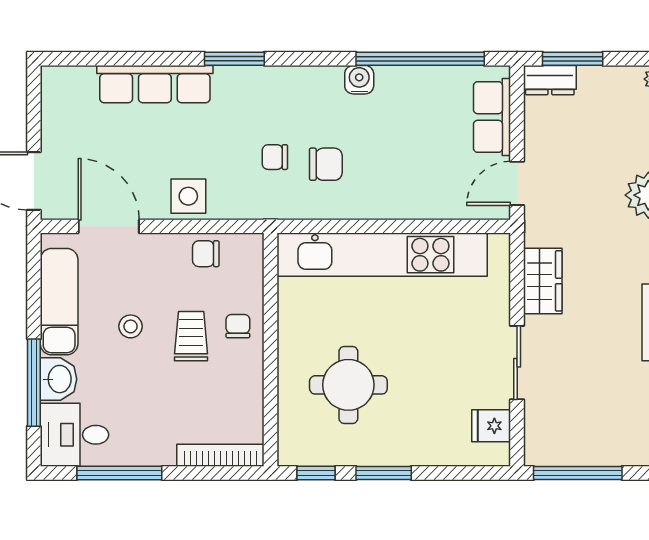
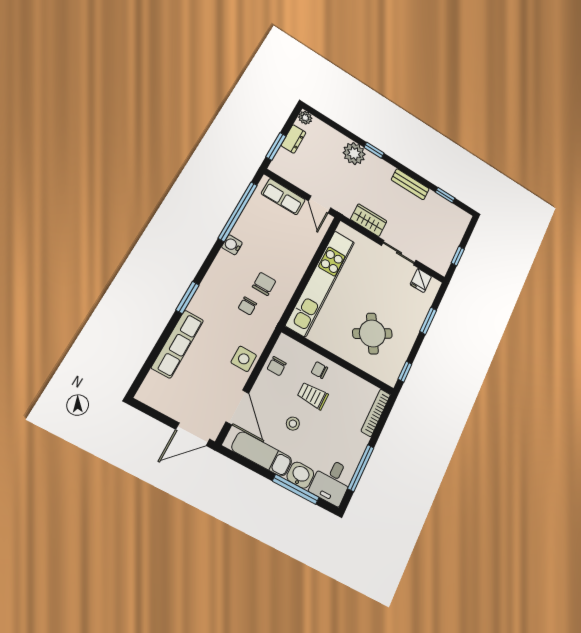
dresser: (550, 80) -> (293, 139), moved
door: (109, 226) -> (237, 407), swing flipped
round table: (348, 385) -> (372, 334), turned -30
window: (384, 473) -> (428, 321), moved
window: (578, 473) -> (458, 256), width x0.46

